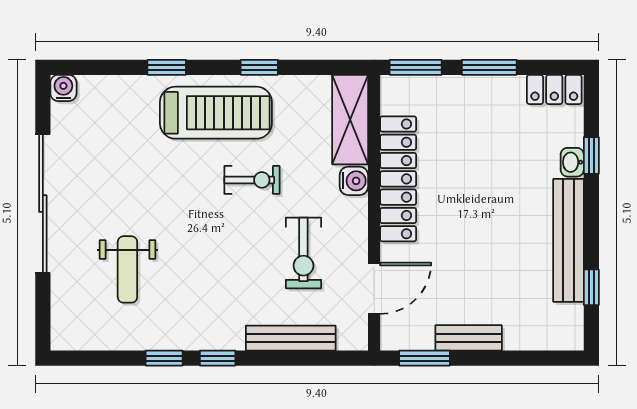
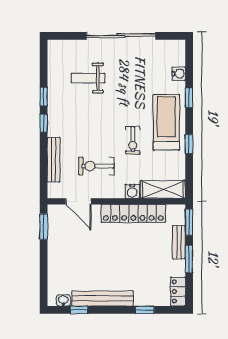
water cooler: (63, 88) -> (179, 74), moved
treadmill: (216, 113) -> (166, 122), turned 180
washbasin: (572, 162) -> (63, 300), moved
bench: (469, 338) -> (179, 242), moved

